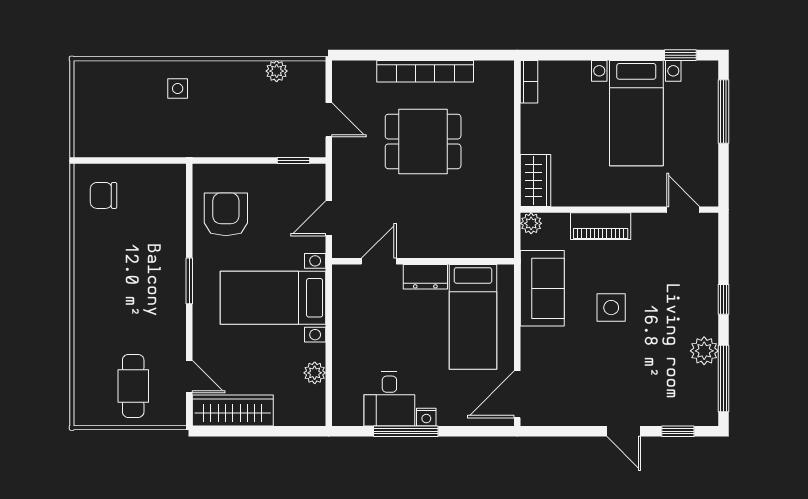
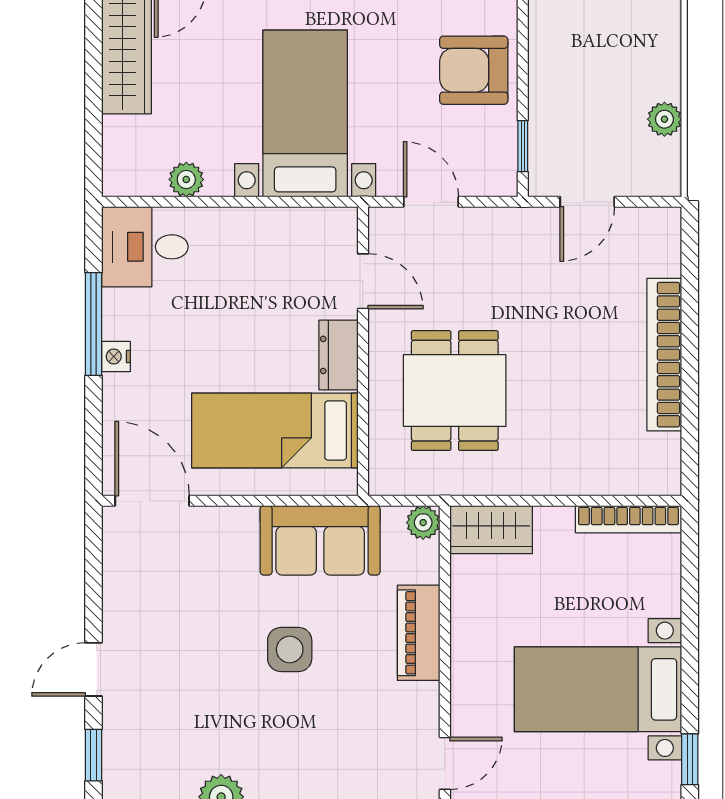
bookcase: (529, 82) -> (629, 519), width x1.56
dining table: (423, 141) -> (455, 391), moved
armchair: (226, 214) -> (474, 70), moved, turned 180
desk: (389, 399) -> (145, 247), moved

